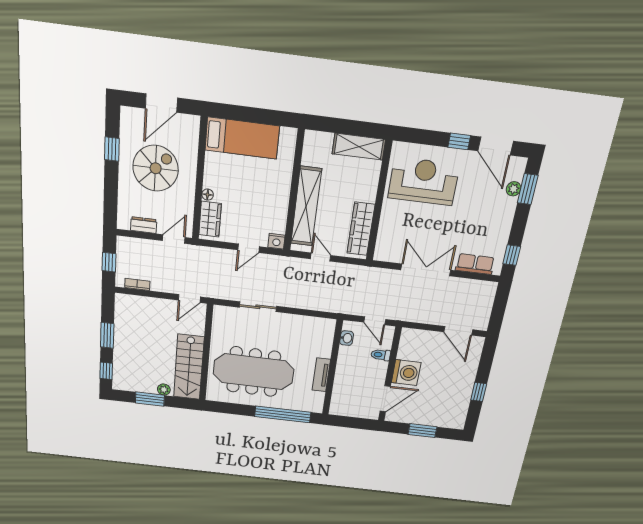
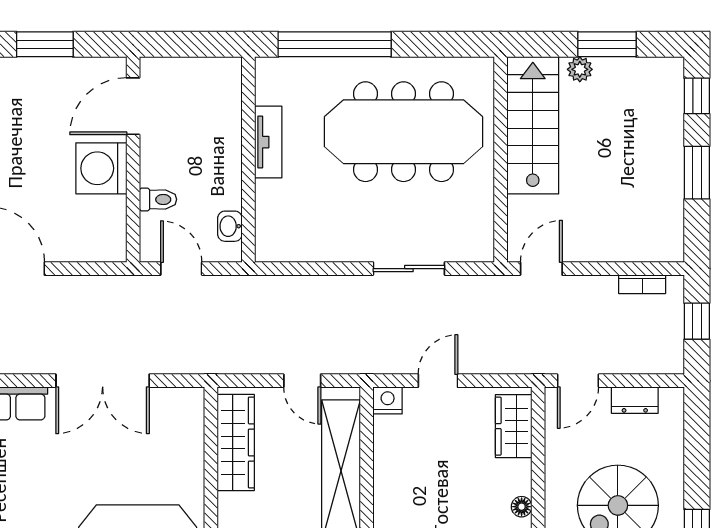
floor lamp: (208, 195) -> (522, 507), moved

